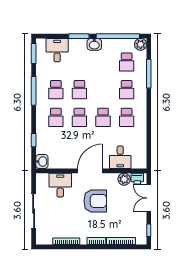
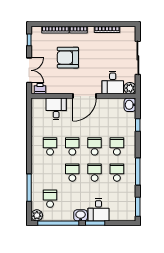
desk: (57, 50) -> (98, 210), moved
school desk: (127, 90) -> (72, 173), moved
plant: (124, 179) -> (130, 88), moved
armchair: (95, 201) -> (68, 58), moved

